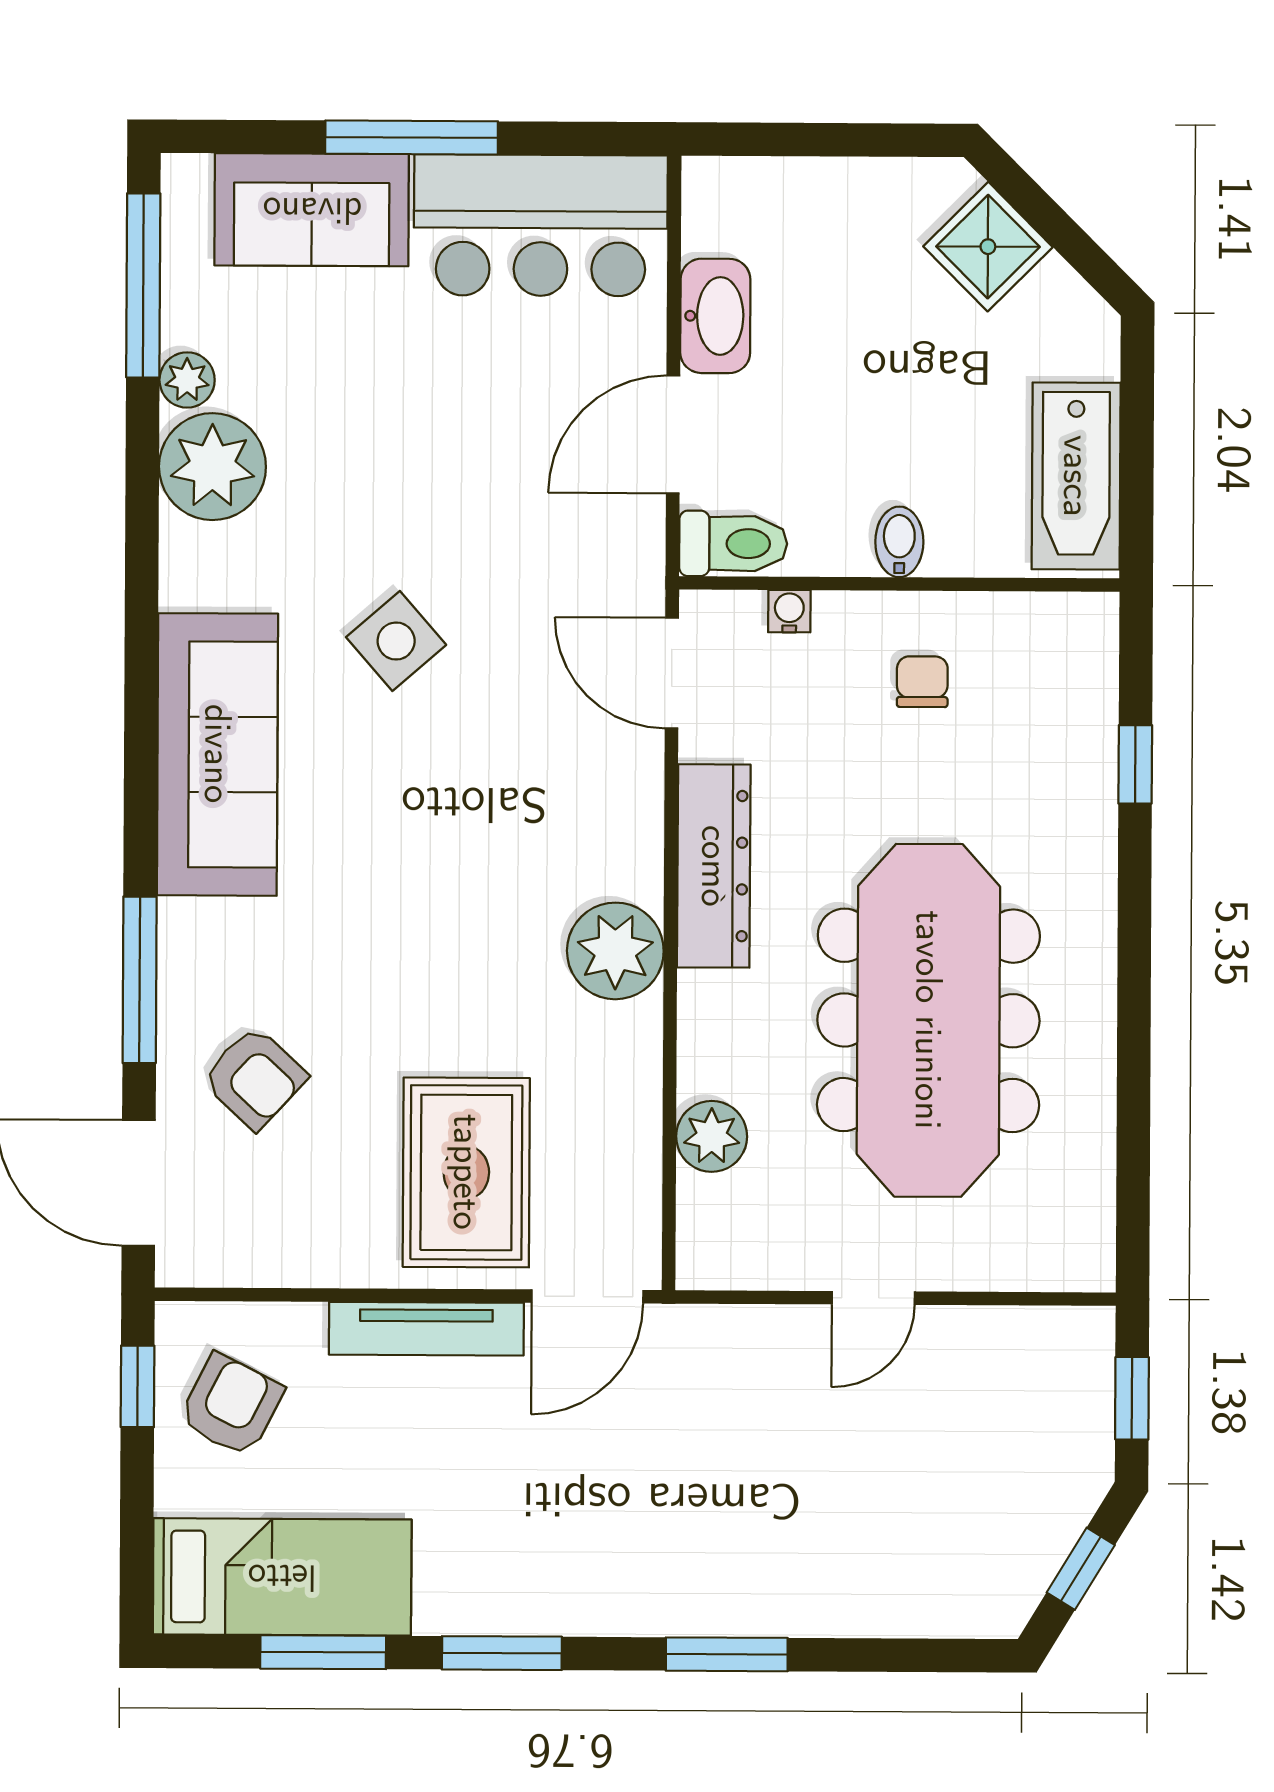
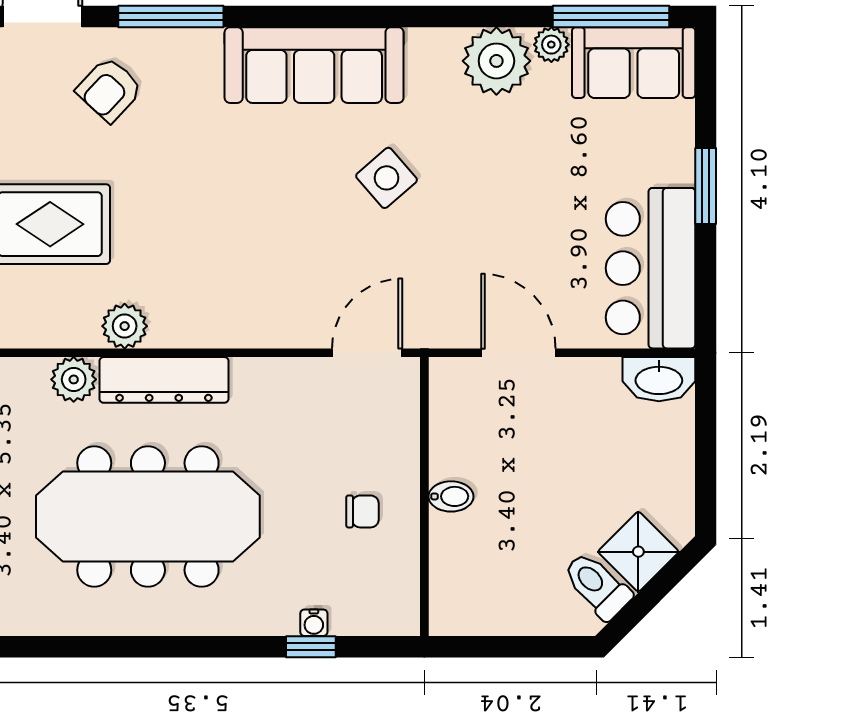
window: (412, 138) -> (706, 186), width x0.69
sofa: (312, 210) -> (634, 63), moved, turned -90
washbasin: (715, 316) -> (659, 379), moved
bathtub: (1076, 476) -> (493, 608), removed
toilet: (733, 544) -> (597, 586), moved, turned 135
water cooler: (789, 611) -> (314, 623), moved, turned 90
dresser: (714, 866) -> (164, 380), moved
plant: (615, 951) -> (125, 326), moved, width x0.73, depth x0.73

